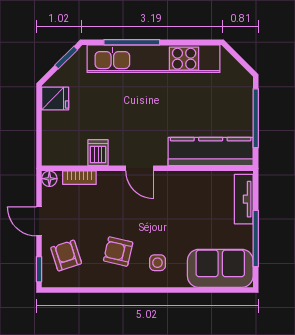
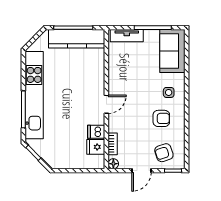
fridge: (55, 99) -> (96, 147), moved, turned -90
kitchen counter: (211, 152) -> (77, 39), moved, turned -90
armchair: (118, 252) -> (161, 118), turned -103

